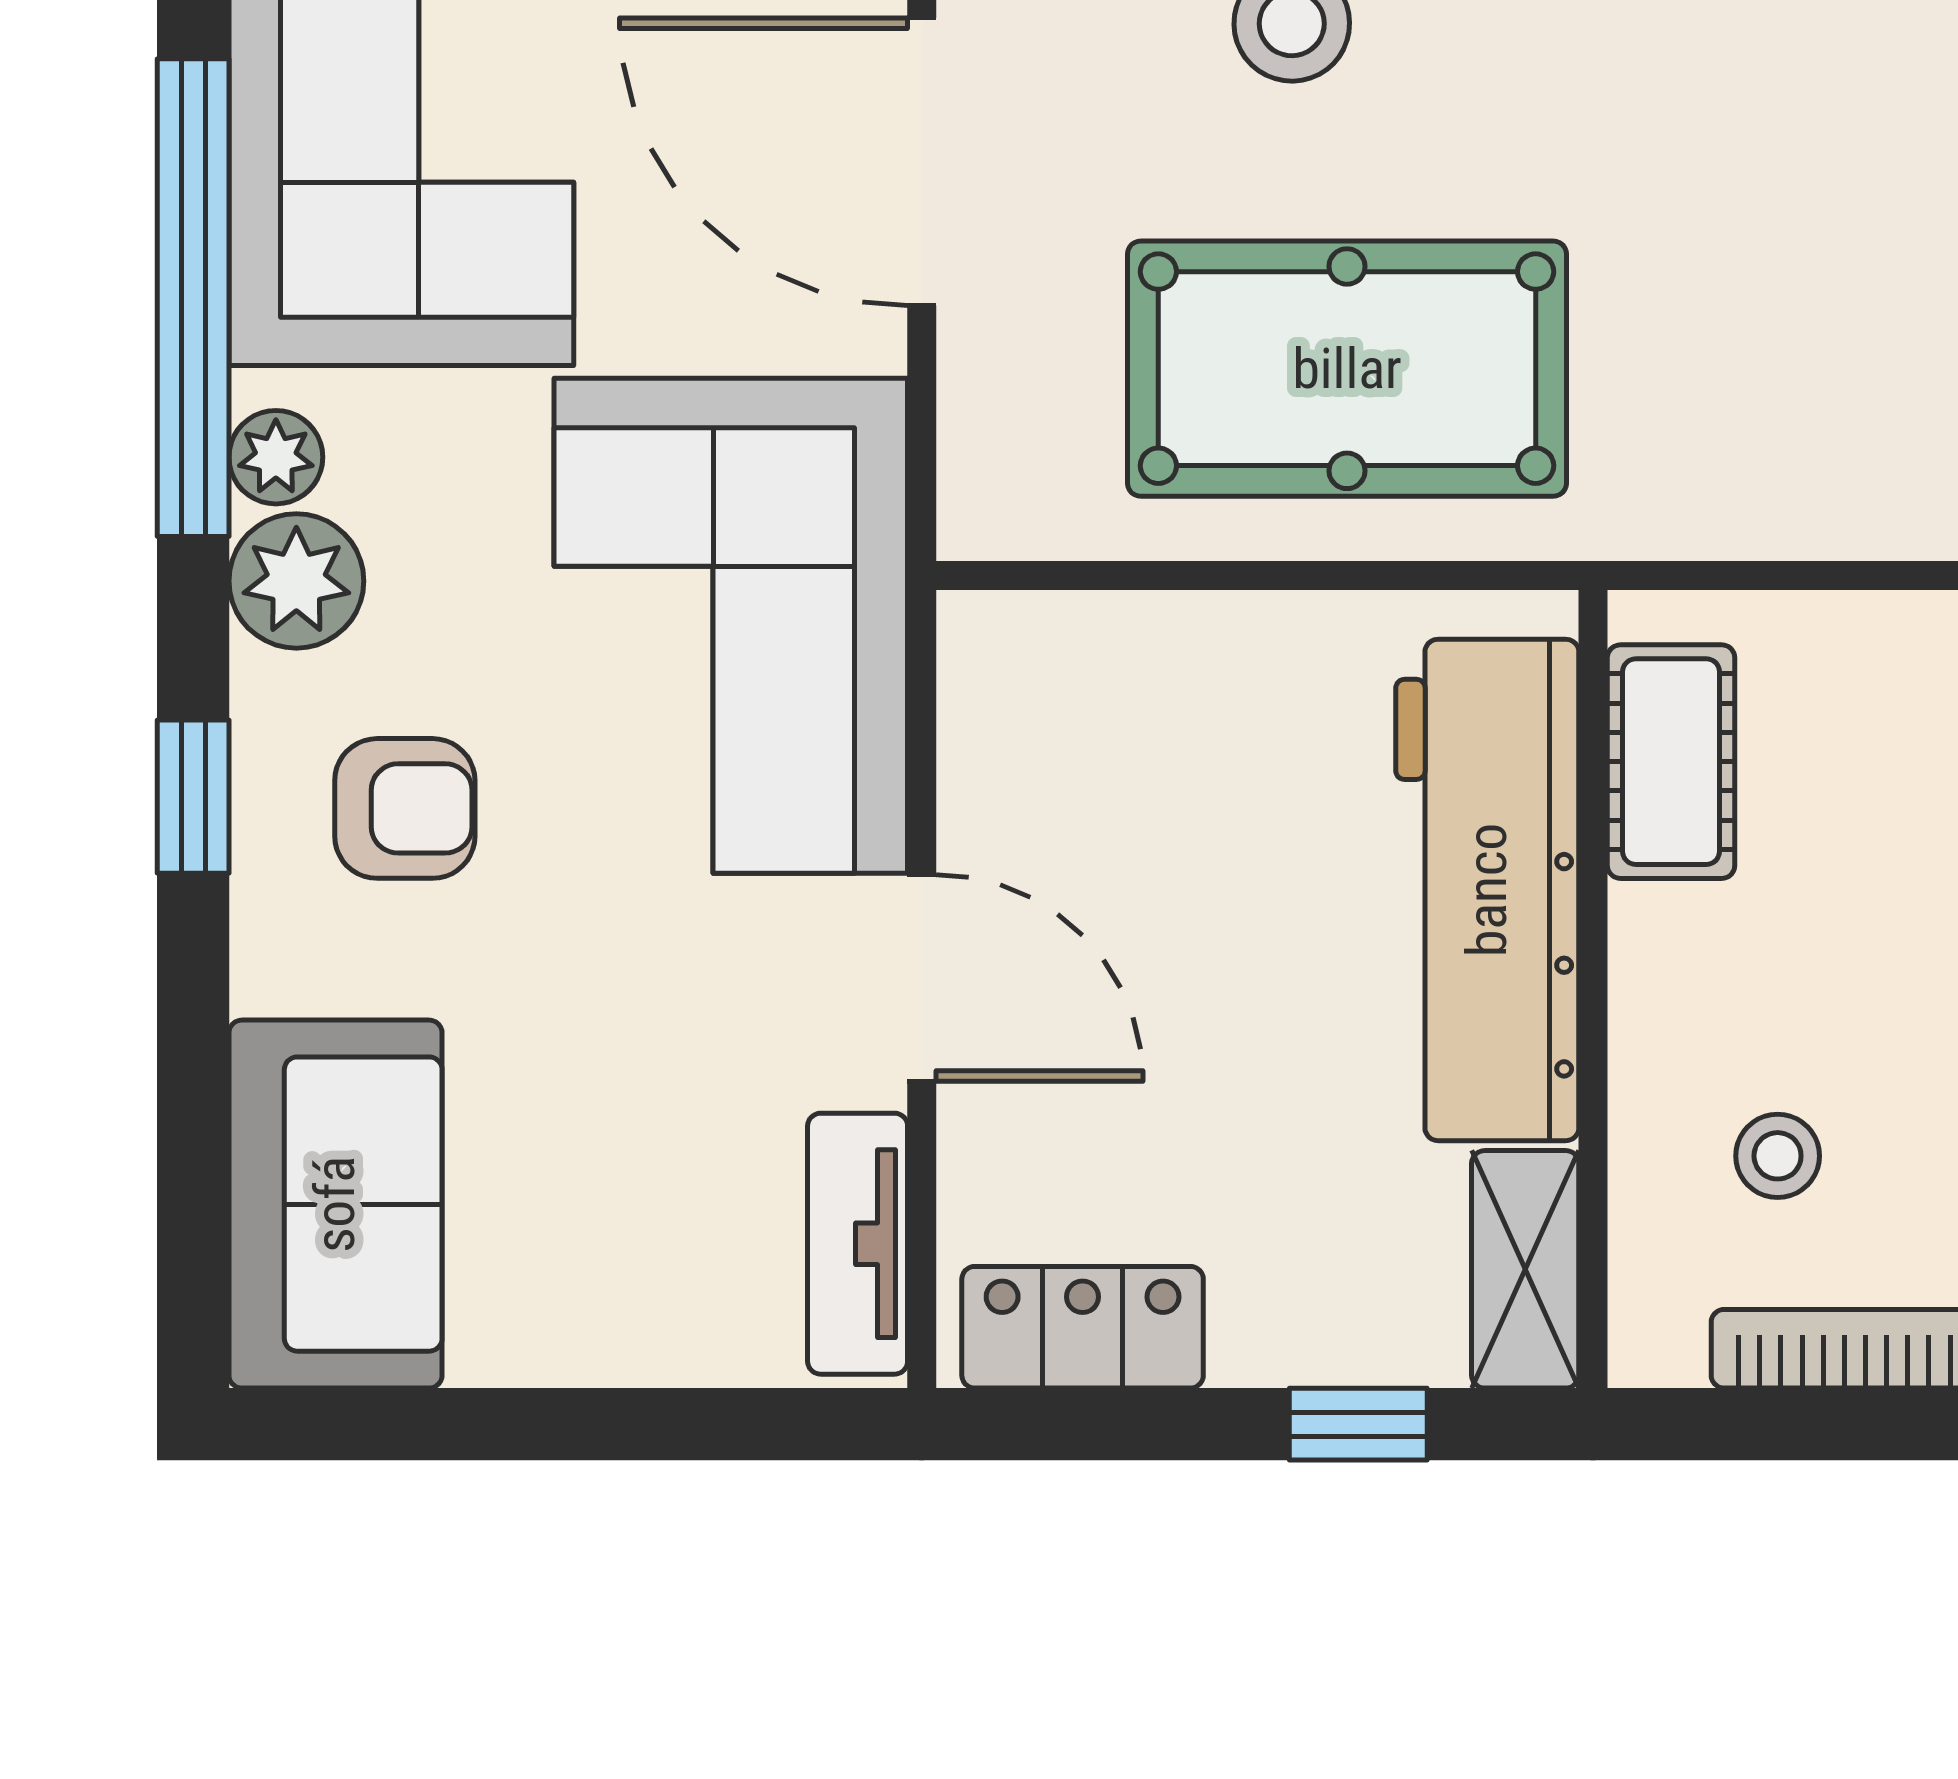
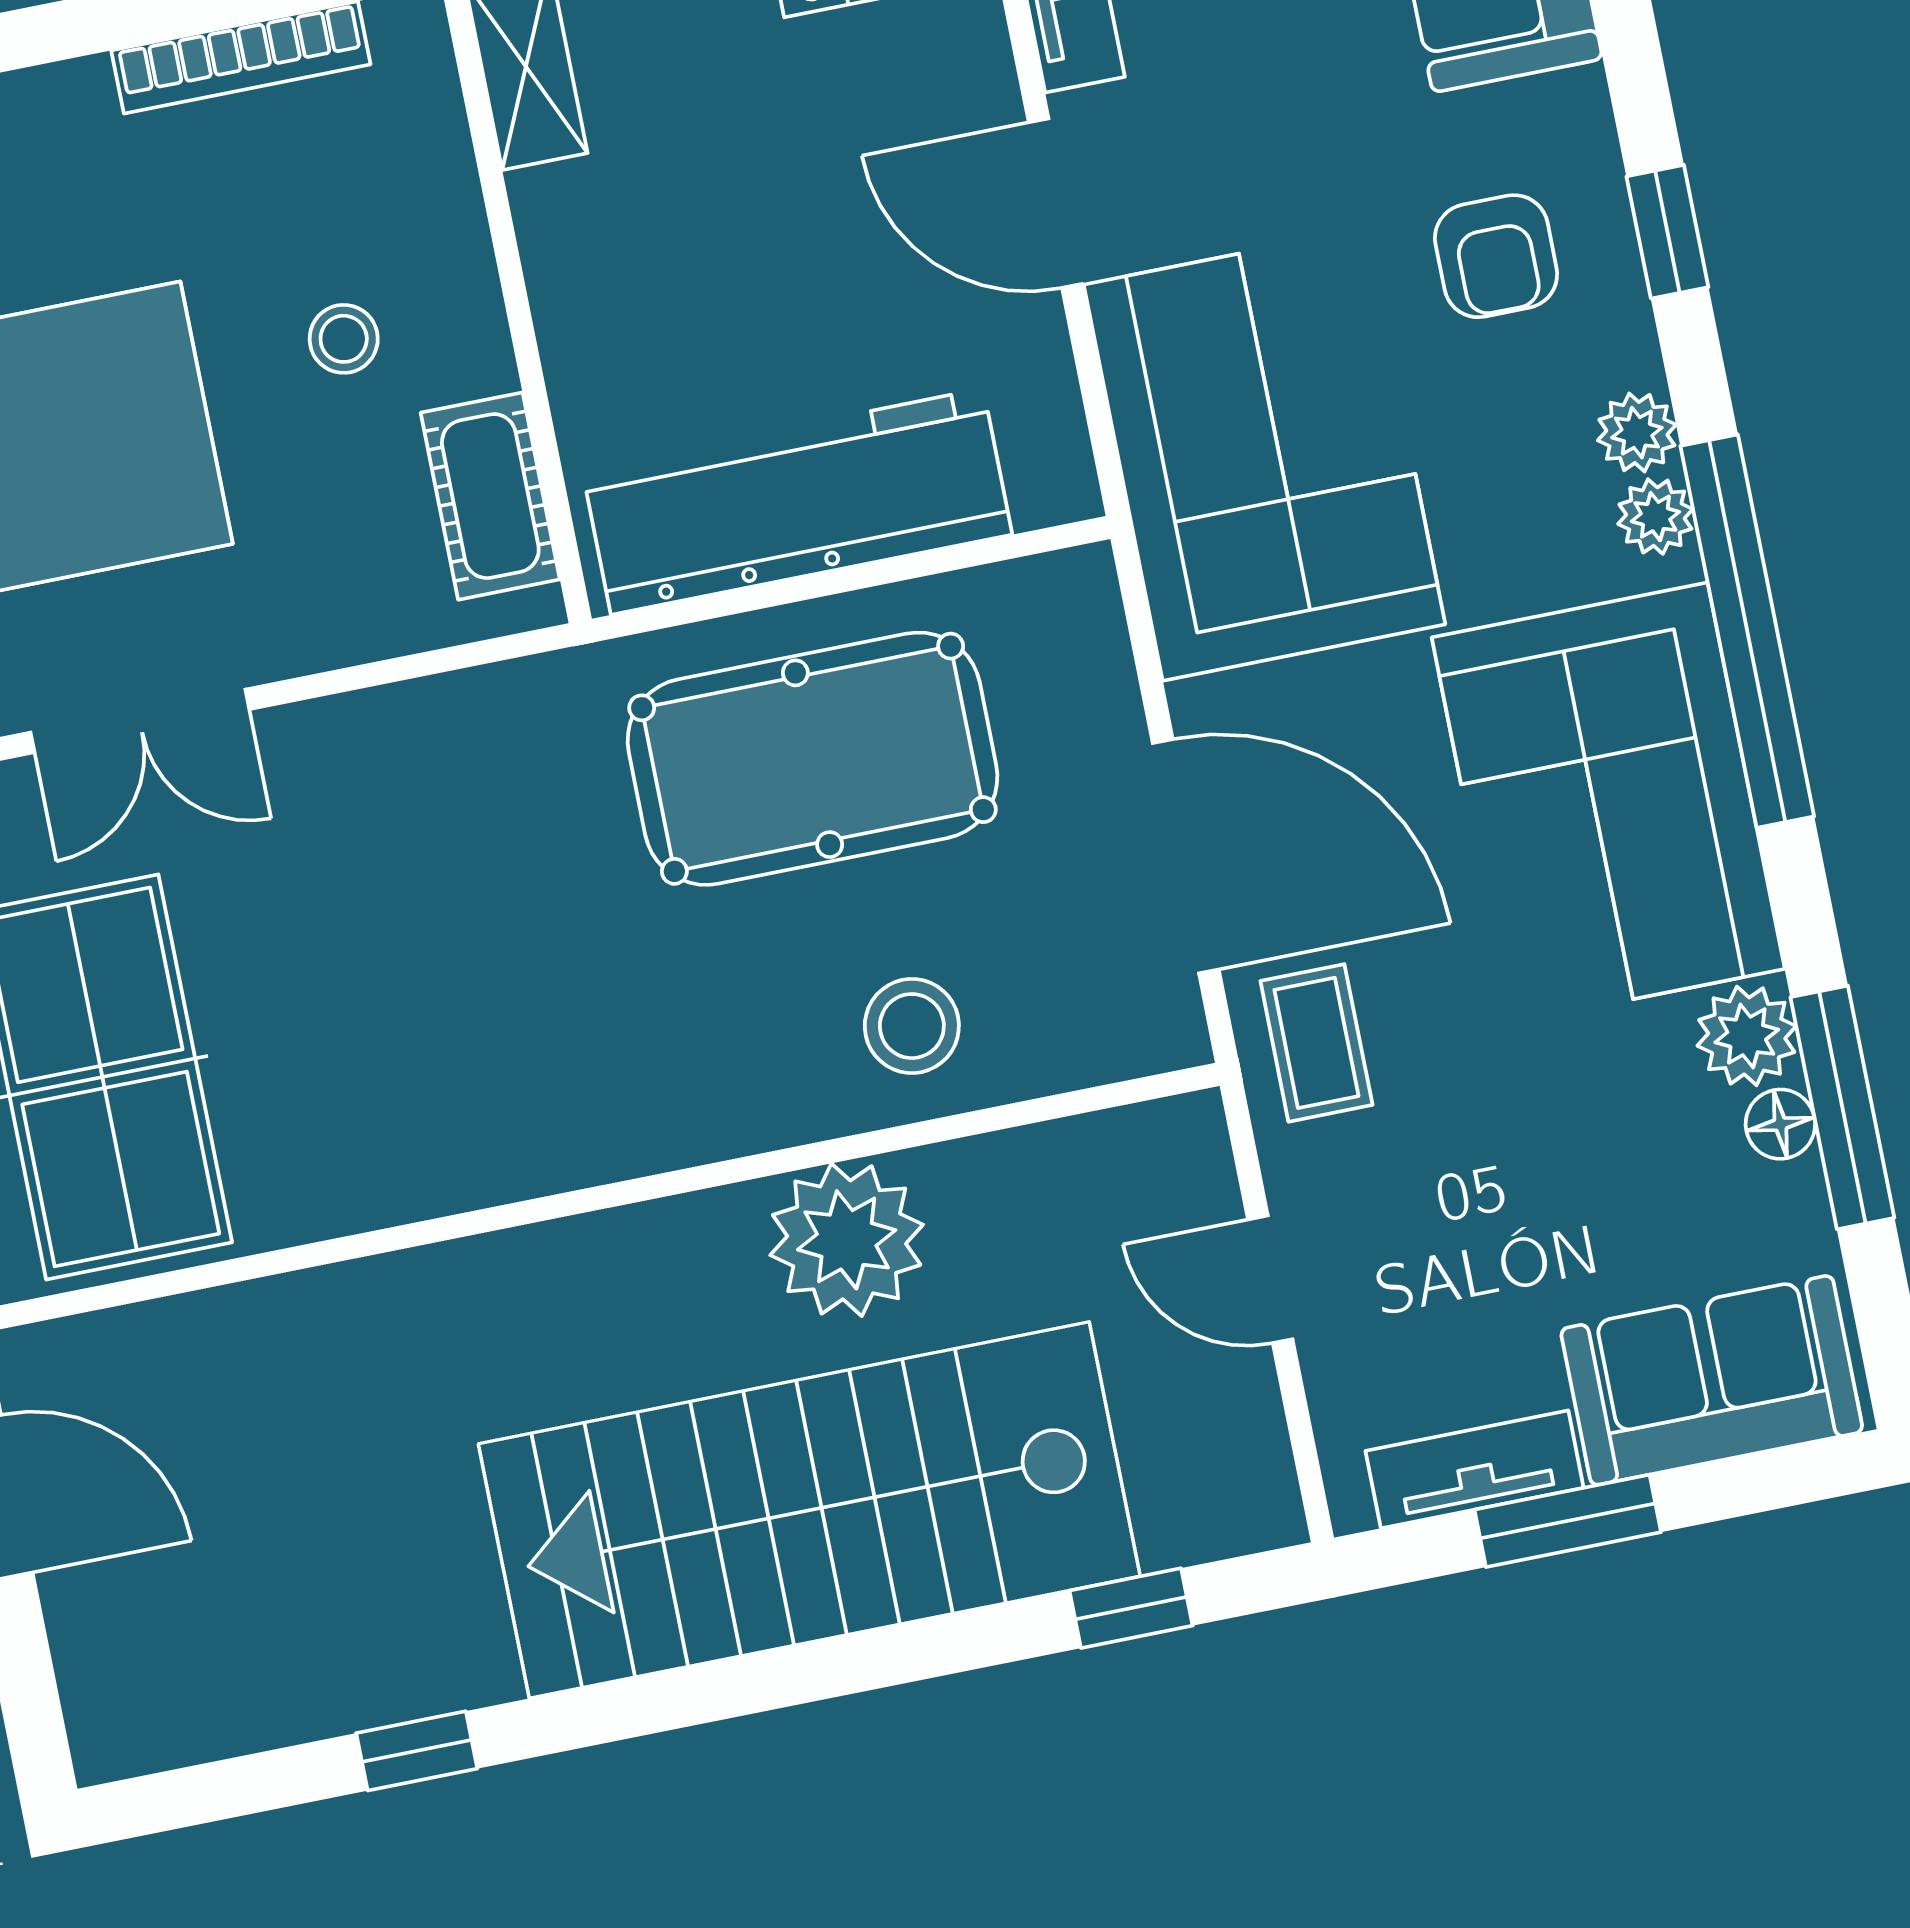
plant: (296, 581) -> (1637, 433), width x0.73, depth x0.73
armchair: (405, 808) -> (1496, 256), turned -90
workbench: (1487, 890) -> (797, 502), moved, turned -90
stool: (1778, 1156) -> (344, 339), moved

